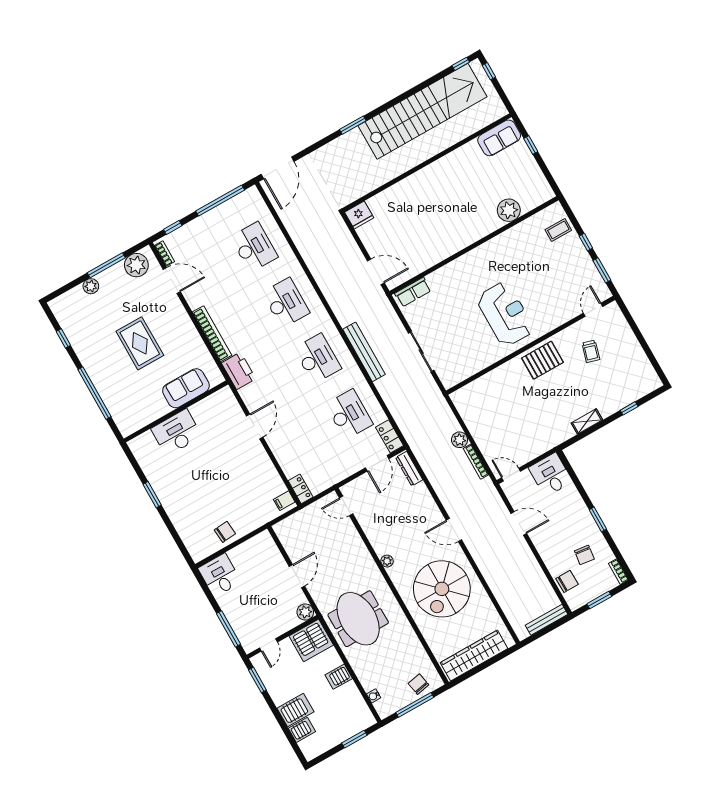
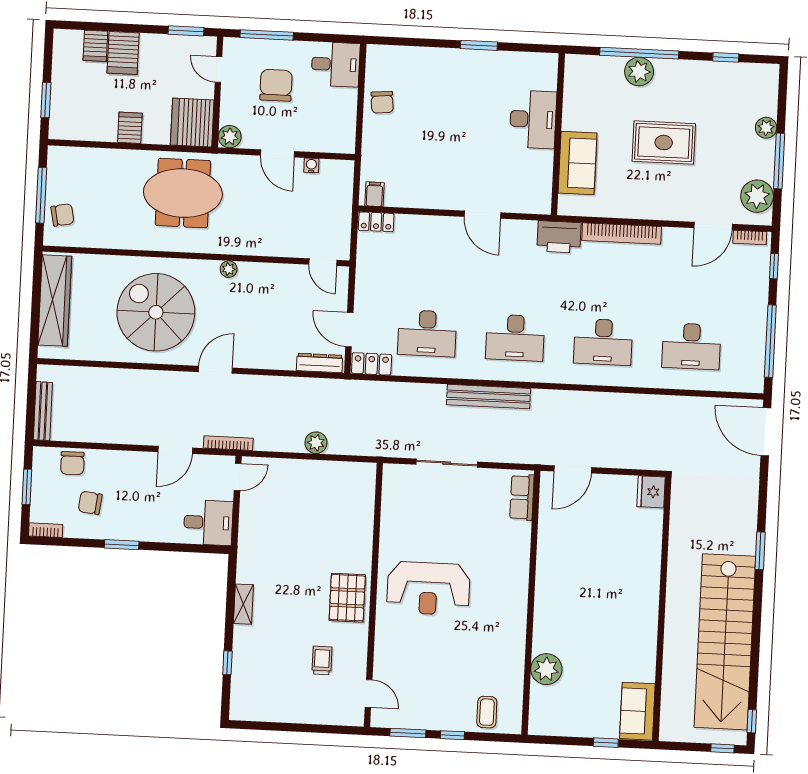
trolley: (591, 351) -> (322, 660), turned 74
plant: (106, 386) -> (639, 72), added
bookcase: (476, 462) -> (228, 443), moved
door: (346, 506) -> (323, 262), swing flipped
chair: (256, 604) -> (276, 85), added
water cooler: (374, 696) -> (311, 165), moved

